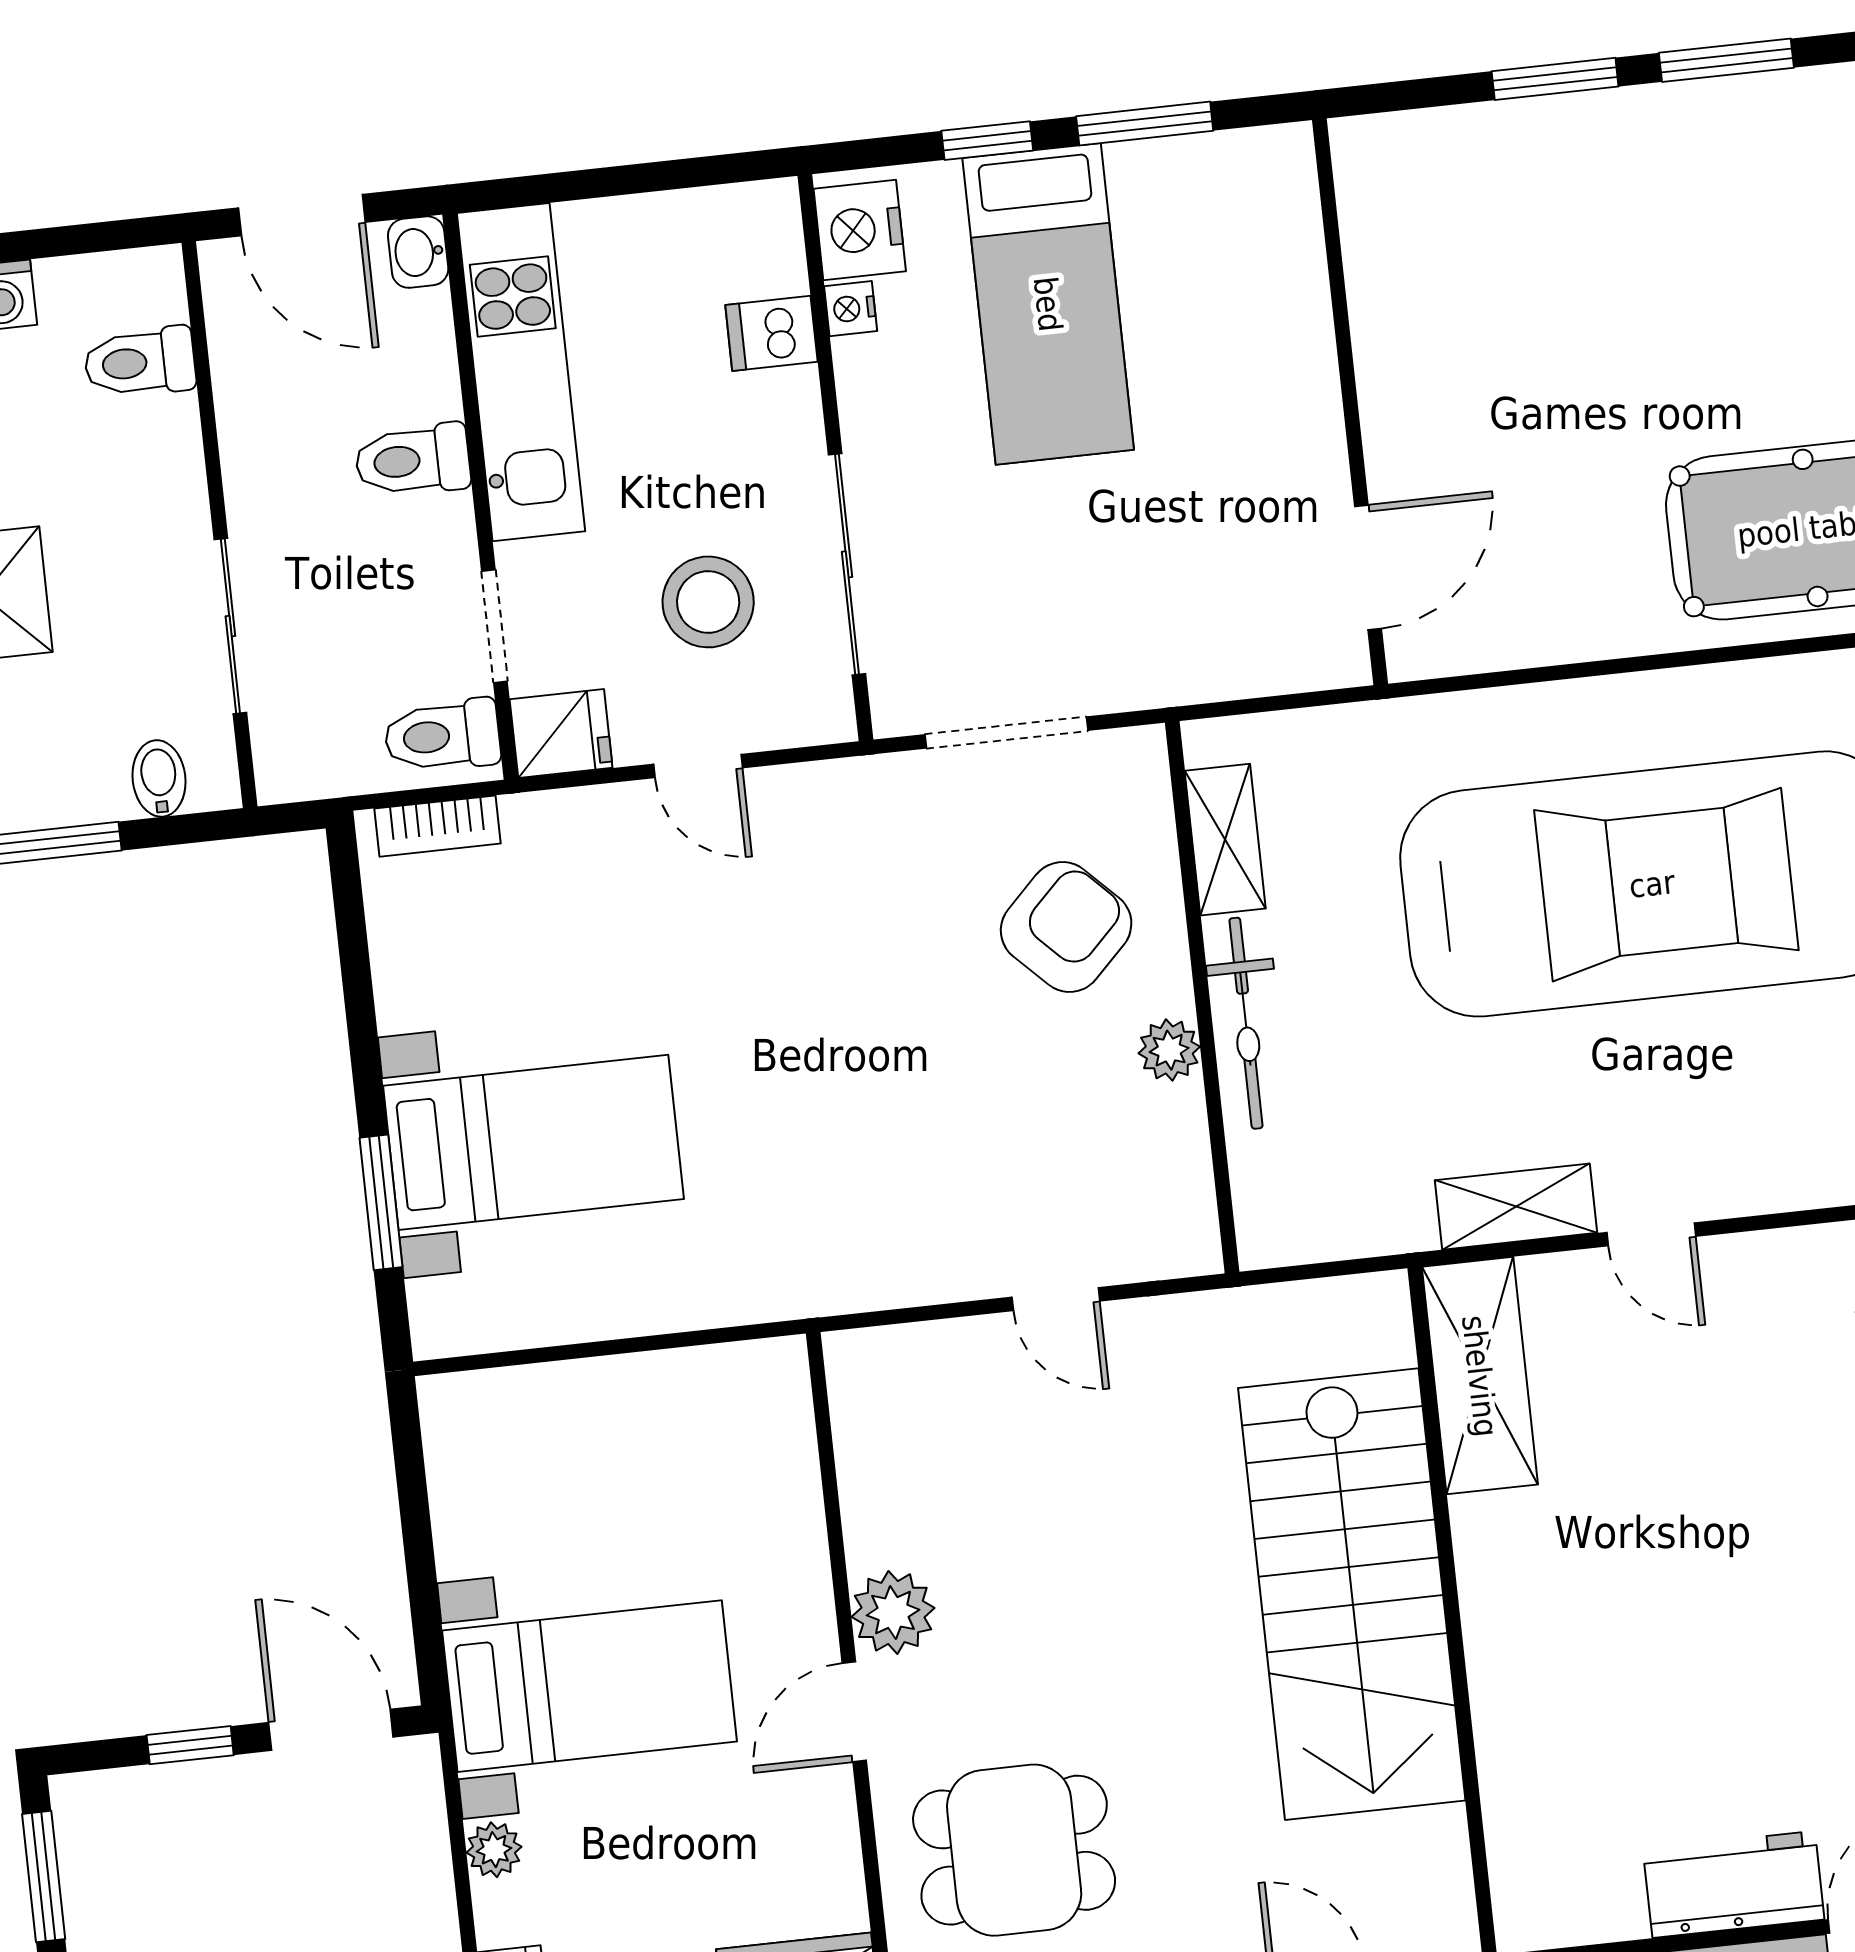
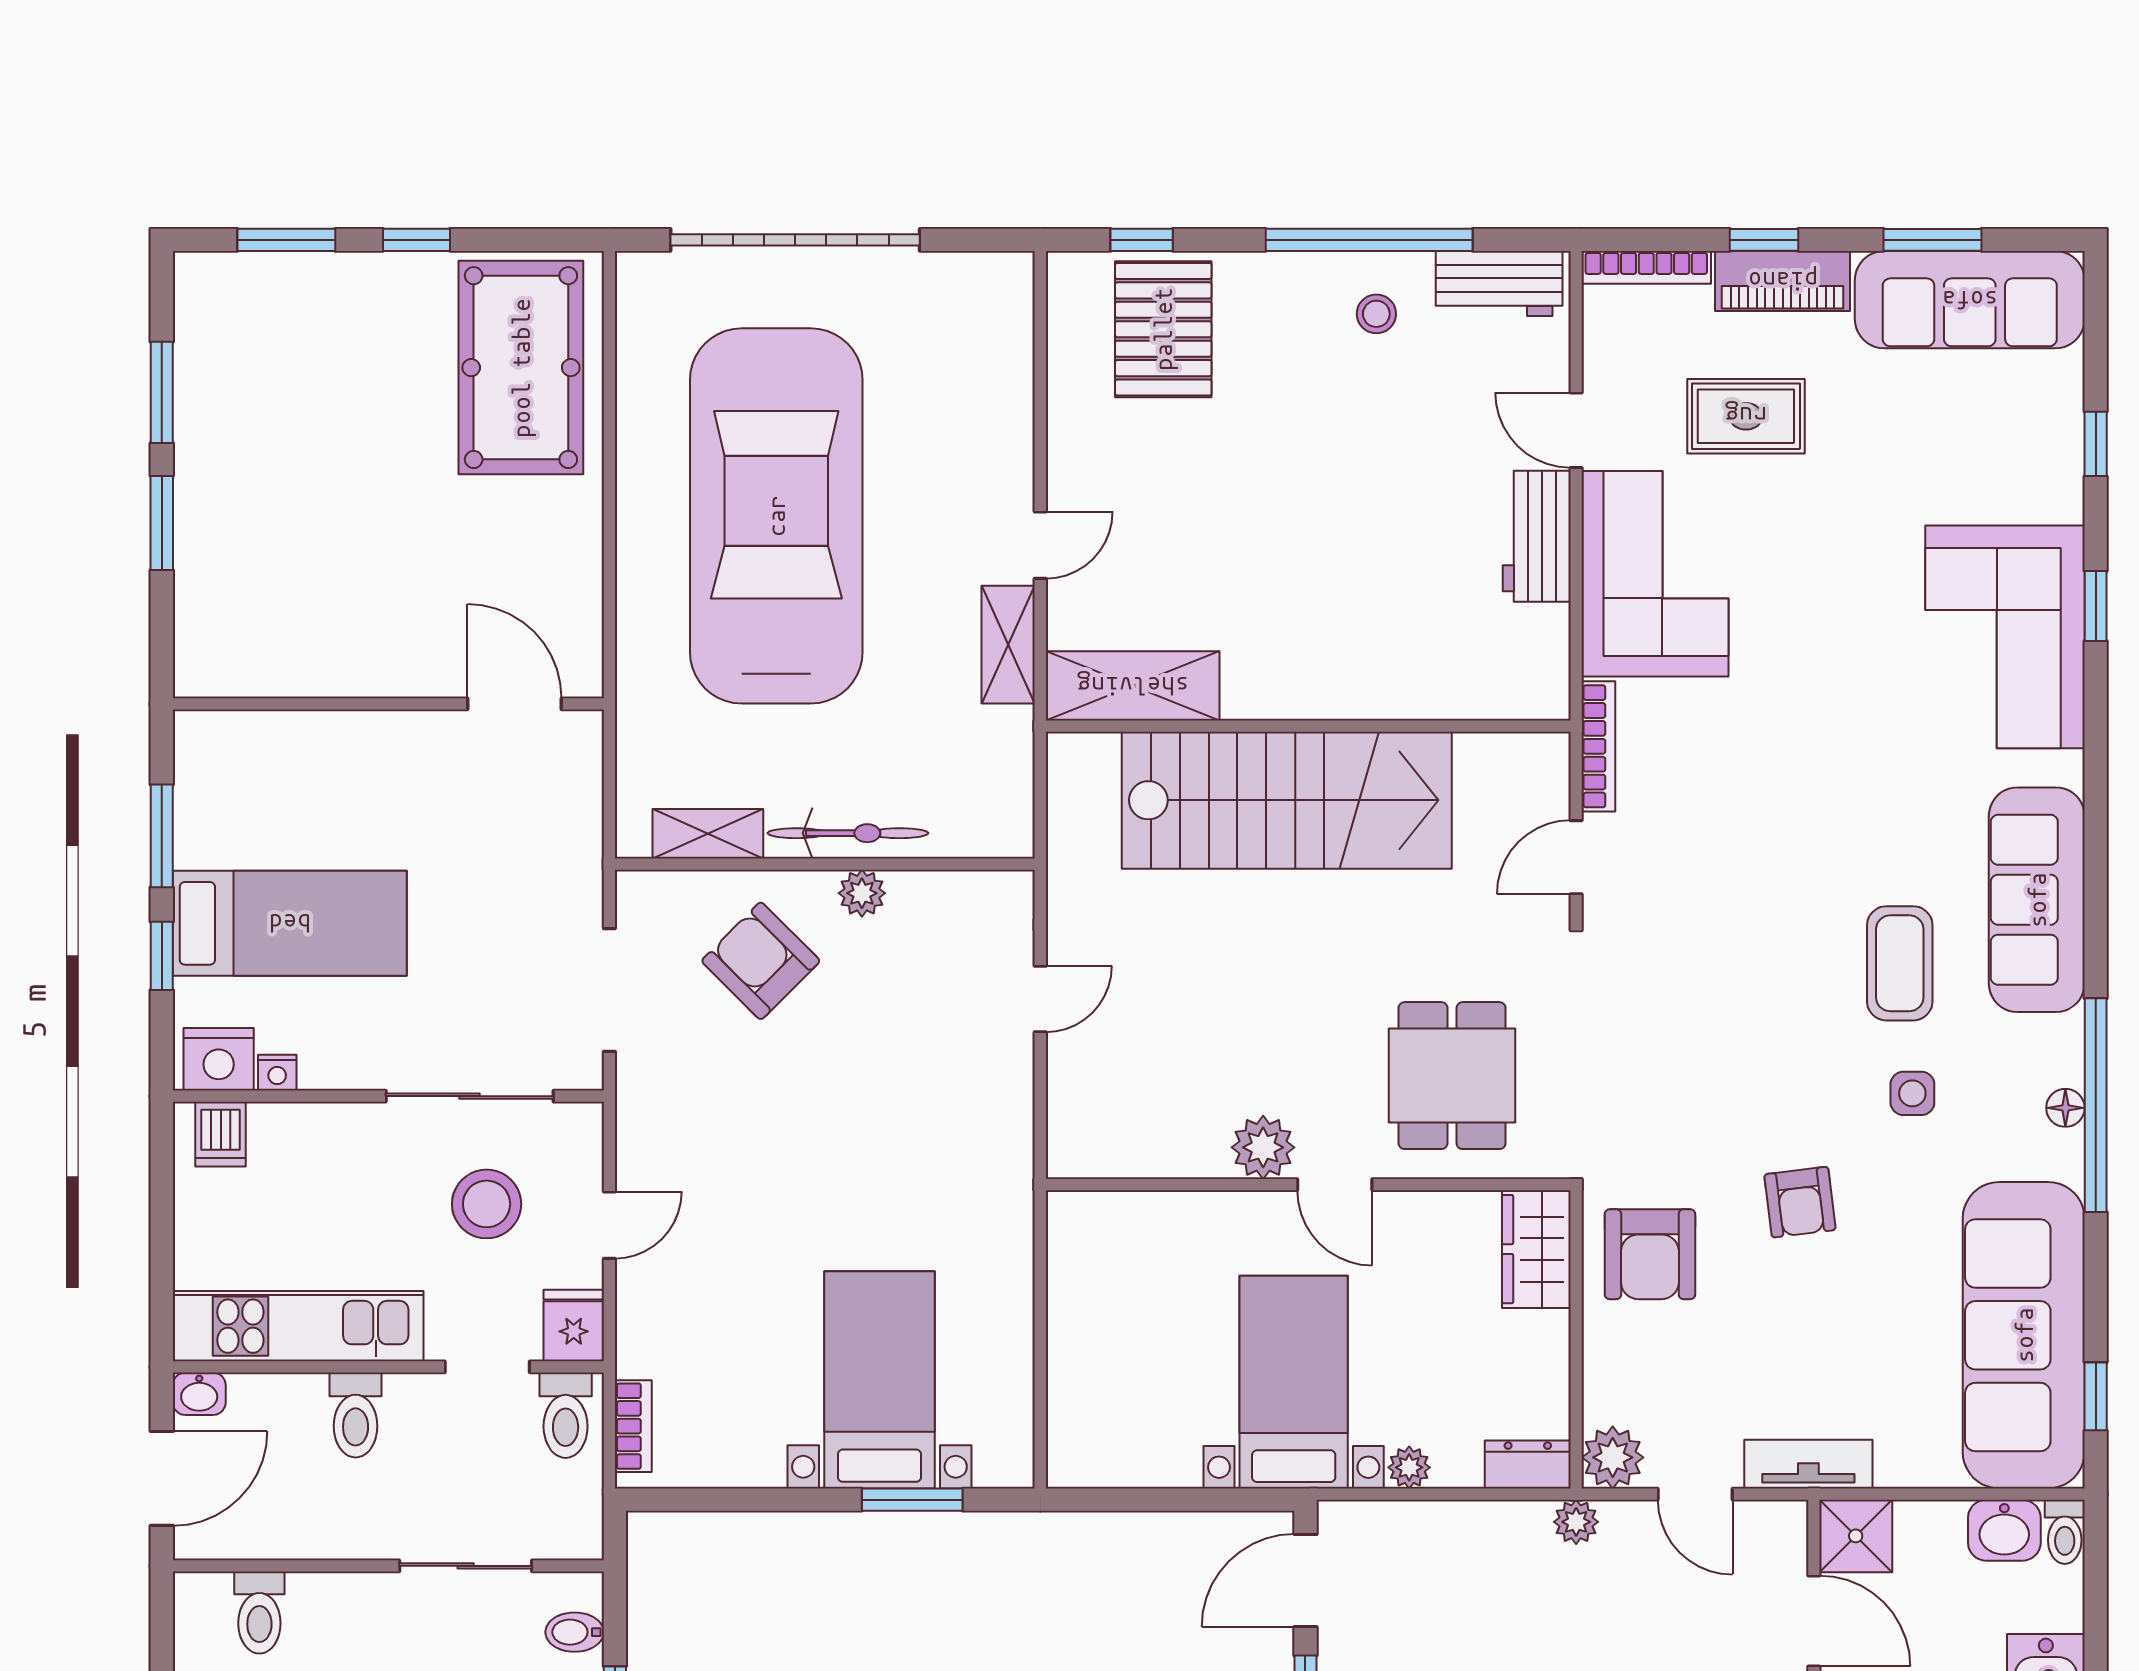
dishwasher: (771, 333) -> (221, 1134), moved

